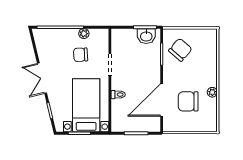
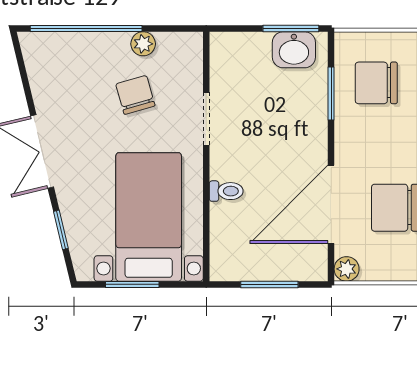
chair: (180, 50) -> (376, 83), turned -131
chair: (81, 55) -> (135, 95), turned 77
plant: (168, 127) -> (347, 269), added

